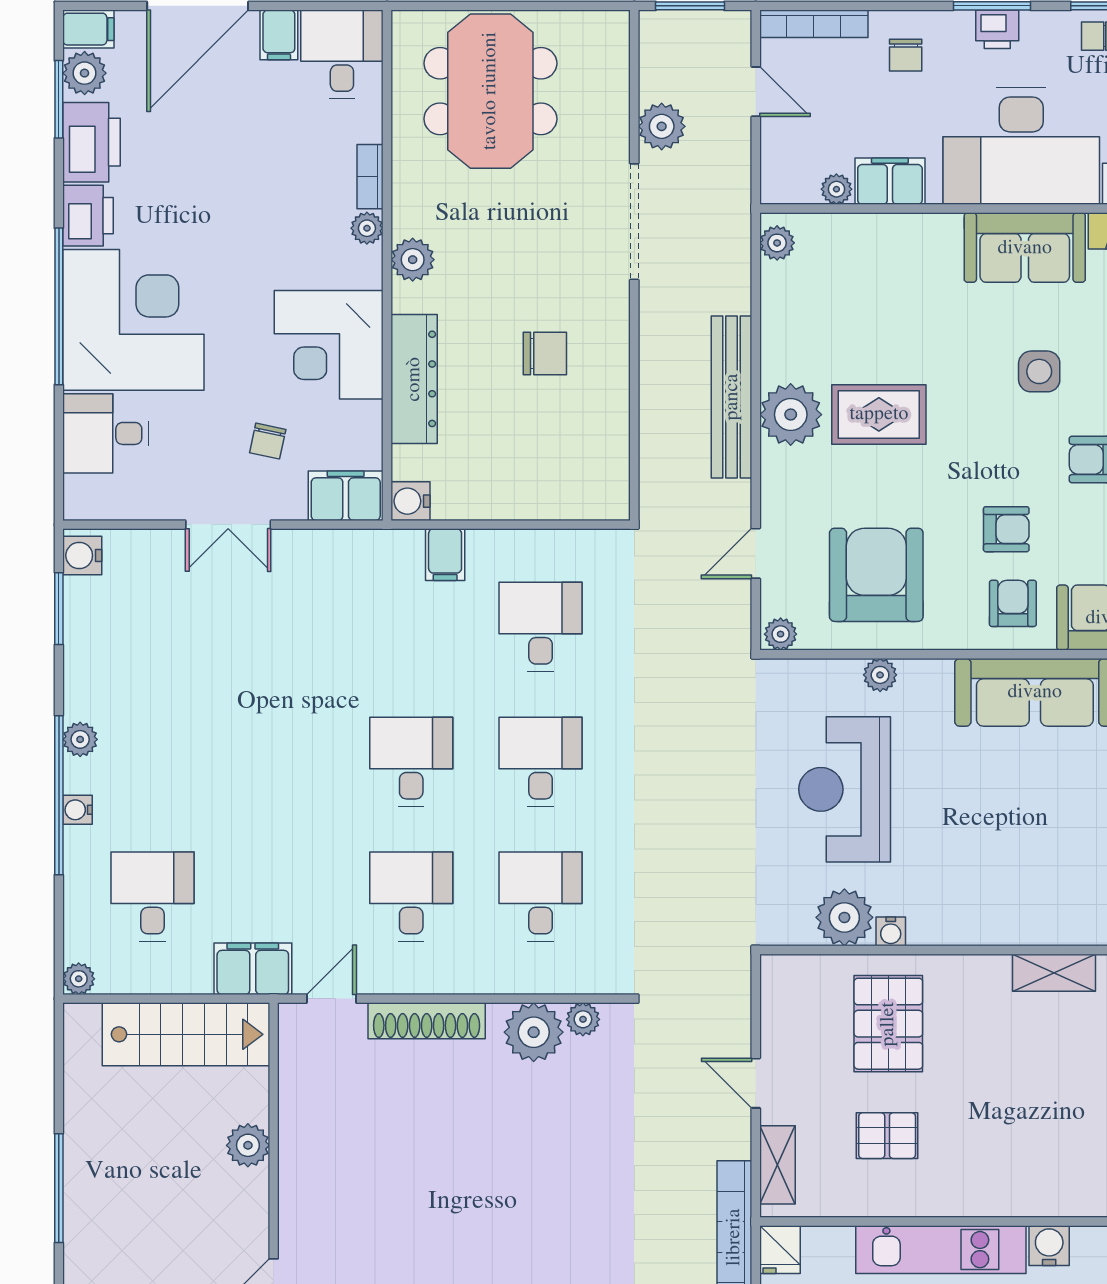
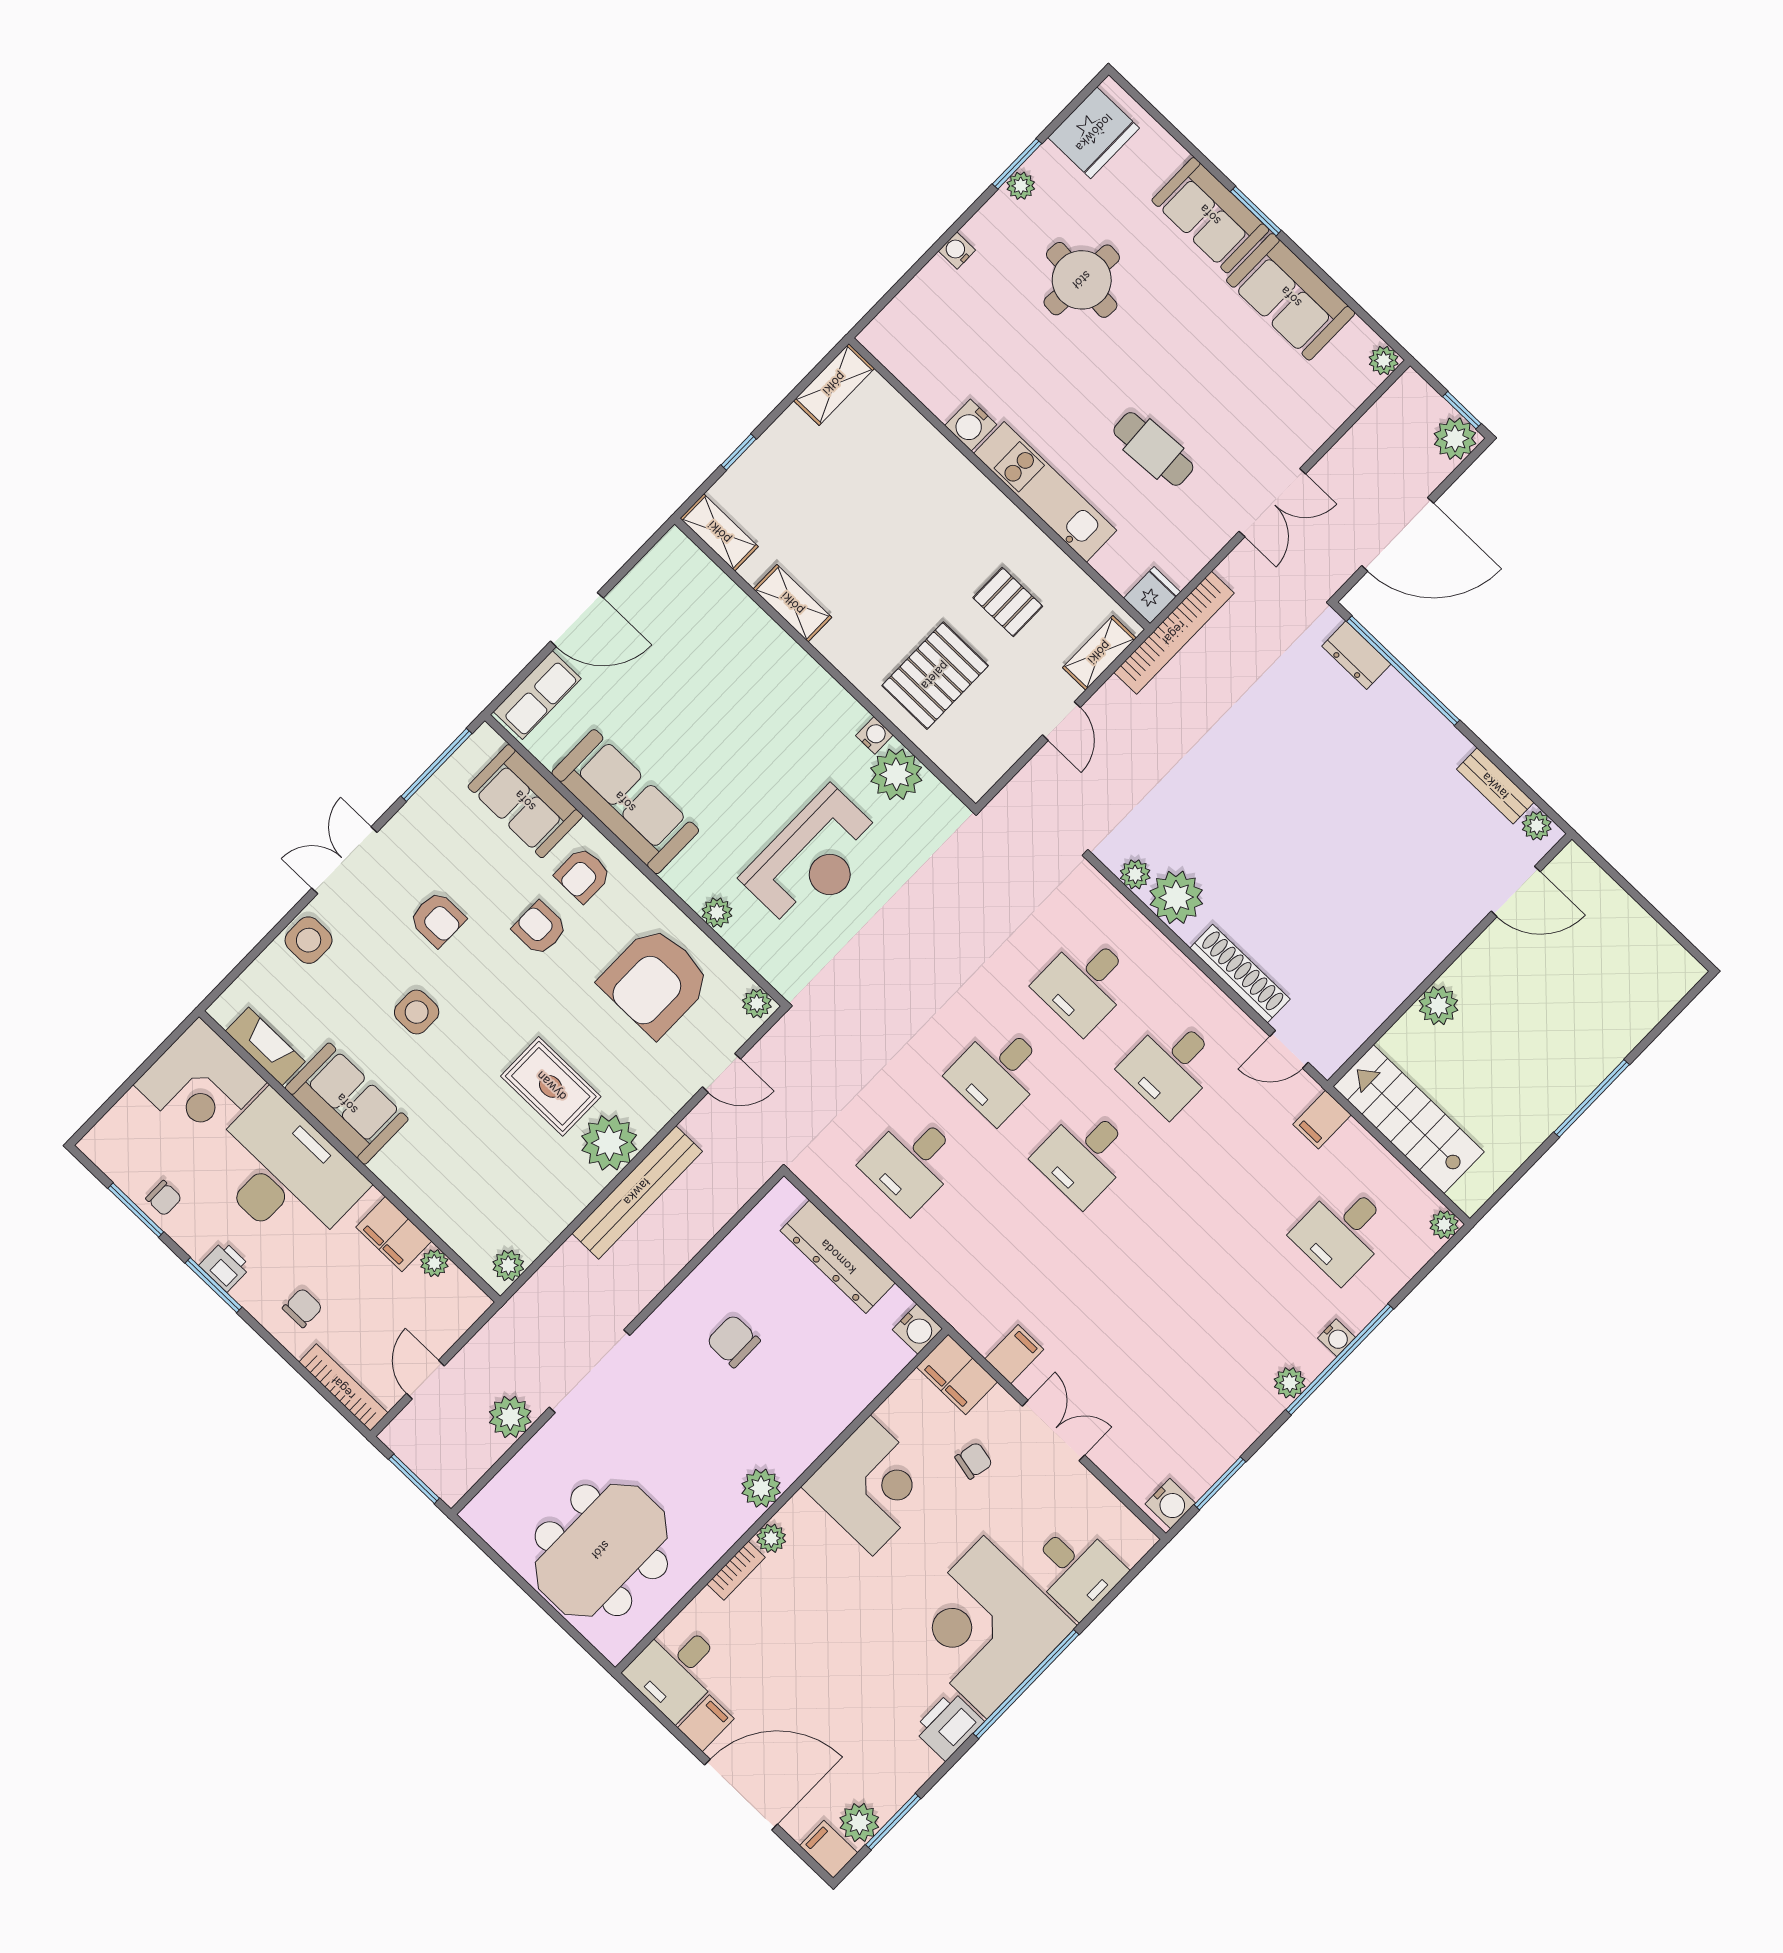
printer: (92, 142) -> (899, 1772), removed
dresser: (414, 379) -> (838, 1257), moved, turned -90
filing cabinet: (445, 555) -> (1014, 1354), moved
filing cabinet: (253, 969) -> (1322, 1120), width x0.50

